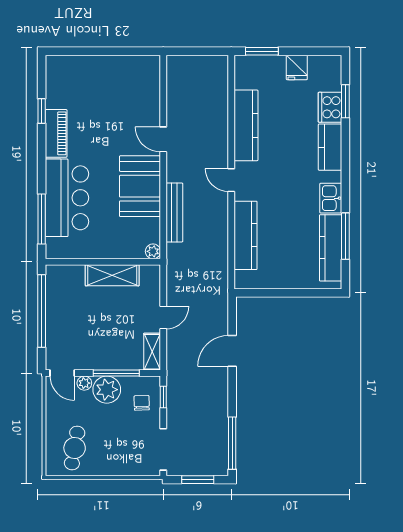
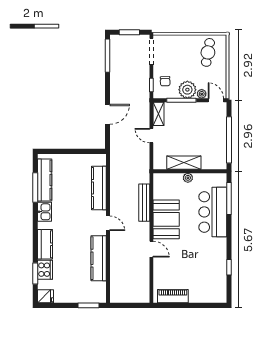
fridge: (297, 67) -> (46, 296), moved, turned 90
piano: (56, 133) -> (173, 296), moved, turned 90
plant: (153, 251) -> (188, 178), moved
door: (163, 318) -> (151, 136), hinge flipped

